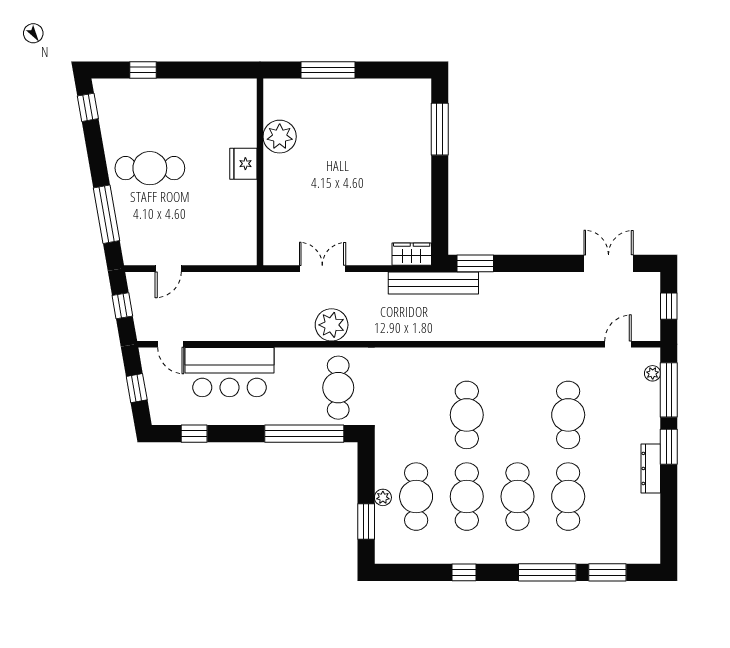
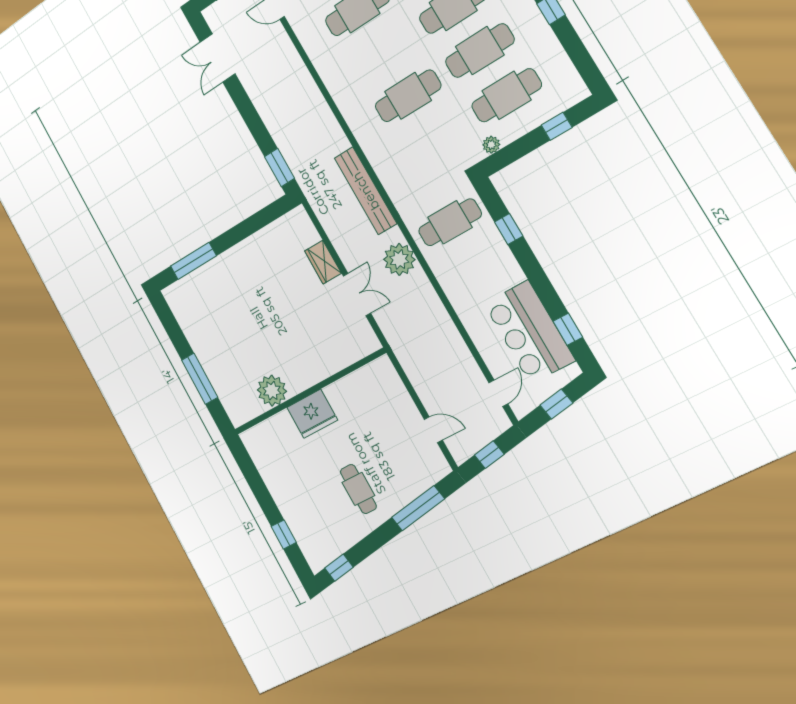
fridge: (243, 164) -> (312, 414), width x1.36, depth x1.34
cafe table: (150, 168) -> (358, 489), width x0.73, depth x0.74
wardrobe: (412, 254) -> (323, 262), moved
double door: (322, 269) -> (357, 294), swing flipped
bench: (433, 283) -> (366, 191), moved
bar counter: (230, 372) -> (529, 332), moved, turned 180
window: (304, 434) -> (509, 229), width x0.32
plant: (383, 497) -> (491, 145), moved
window: (366, 522) -> (557, 126), width x0.67

